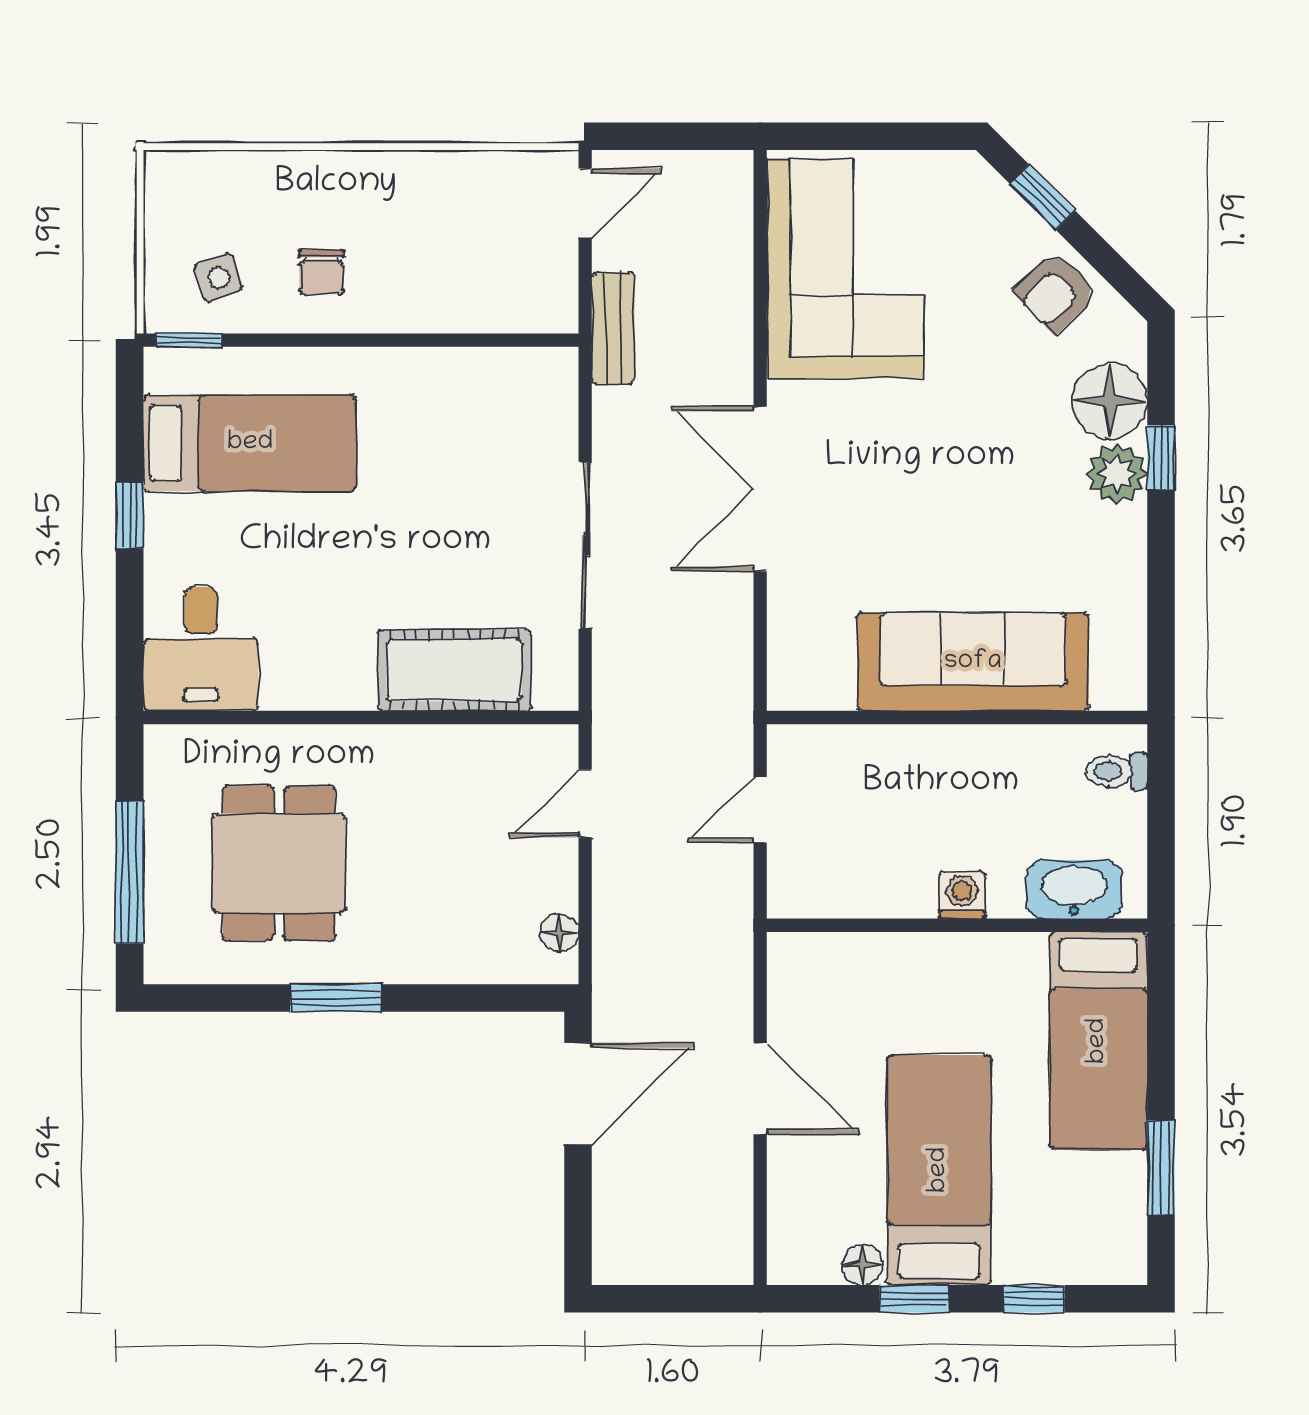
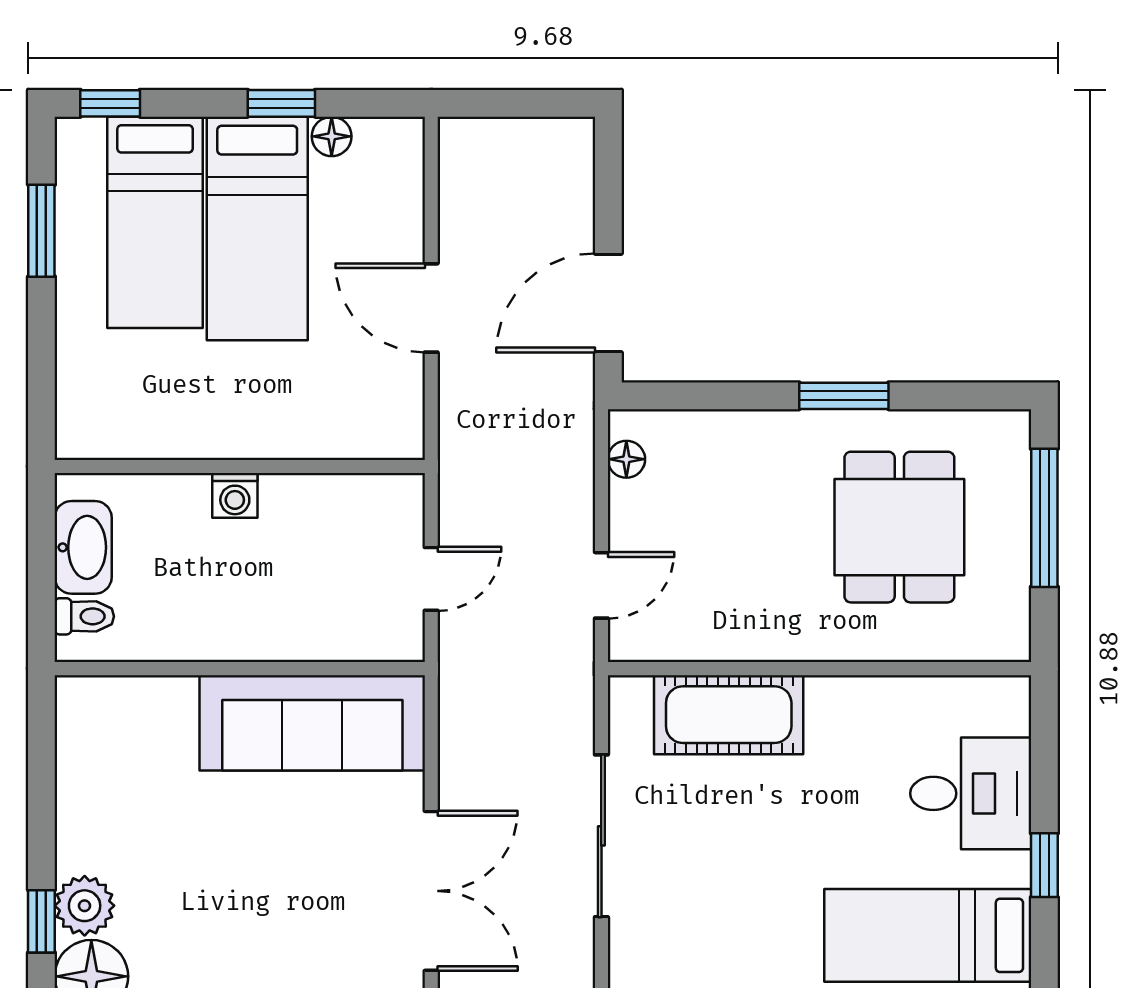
desk: (201, 649) -> (971, 793), moved, turned 90
sofa: (973, 662) -> (312, 723), moved
washbasin: (1074, 889) -> (83, 547), moved, turned -90
bed: (1098, 1041) -> (155, 222), moved, turned 180
window: (1034, 1299) -> (110, 103), moved

